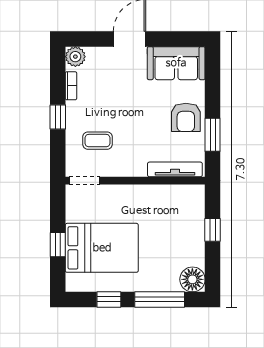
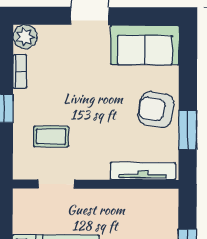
armchair: (186, 117) -> (156, 110), turned 100
doorway: (85, 181) -> (56, 184), moved

